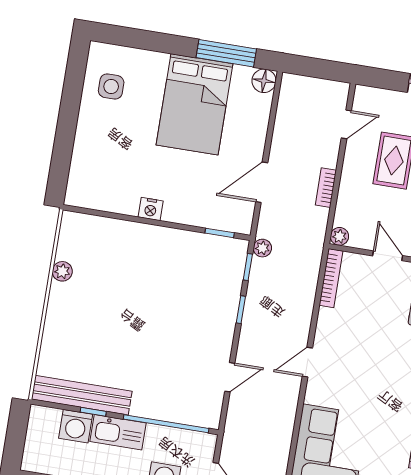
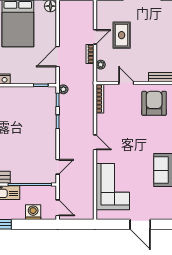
door: (346, 124) -> (95, 37), moved
plant: (339, 236) -> (101, 65), moved
door: (307, 362) -> (95, 142), swing flipped
door: (230, 377) -> (58, 167), moved

